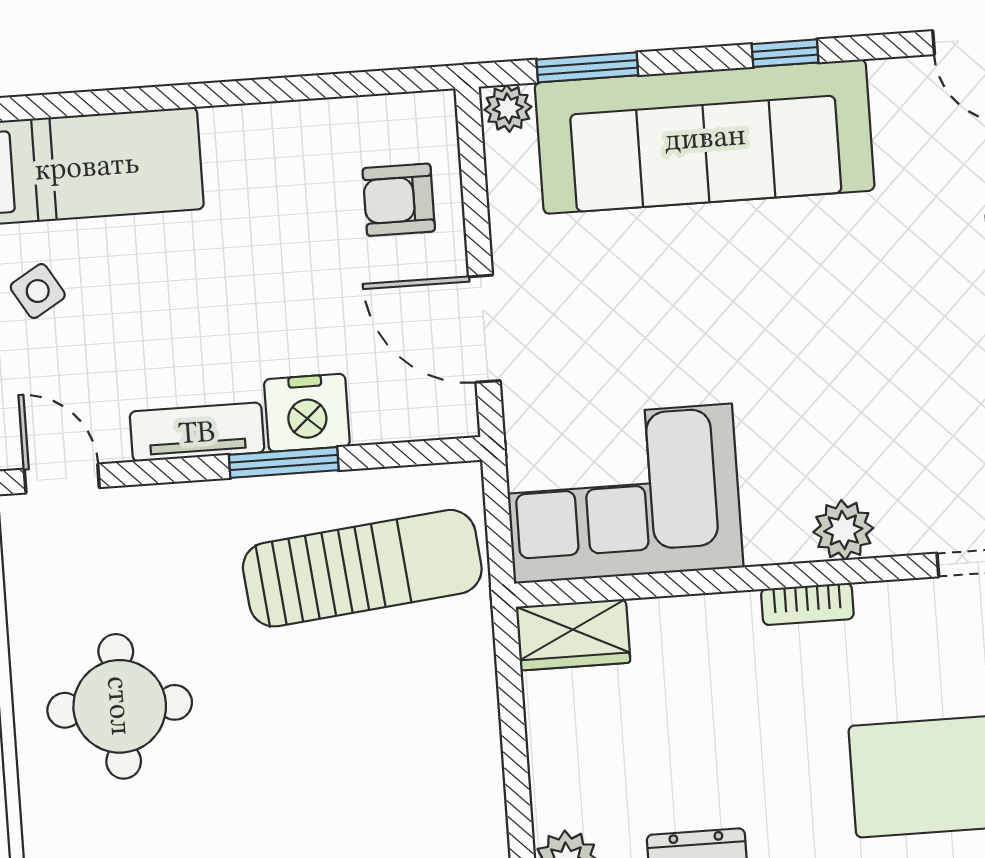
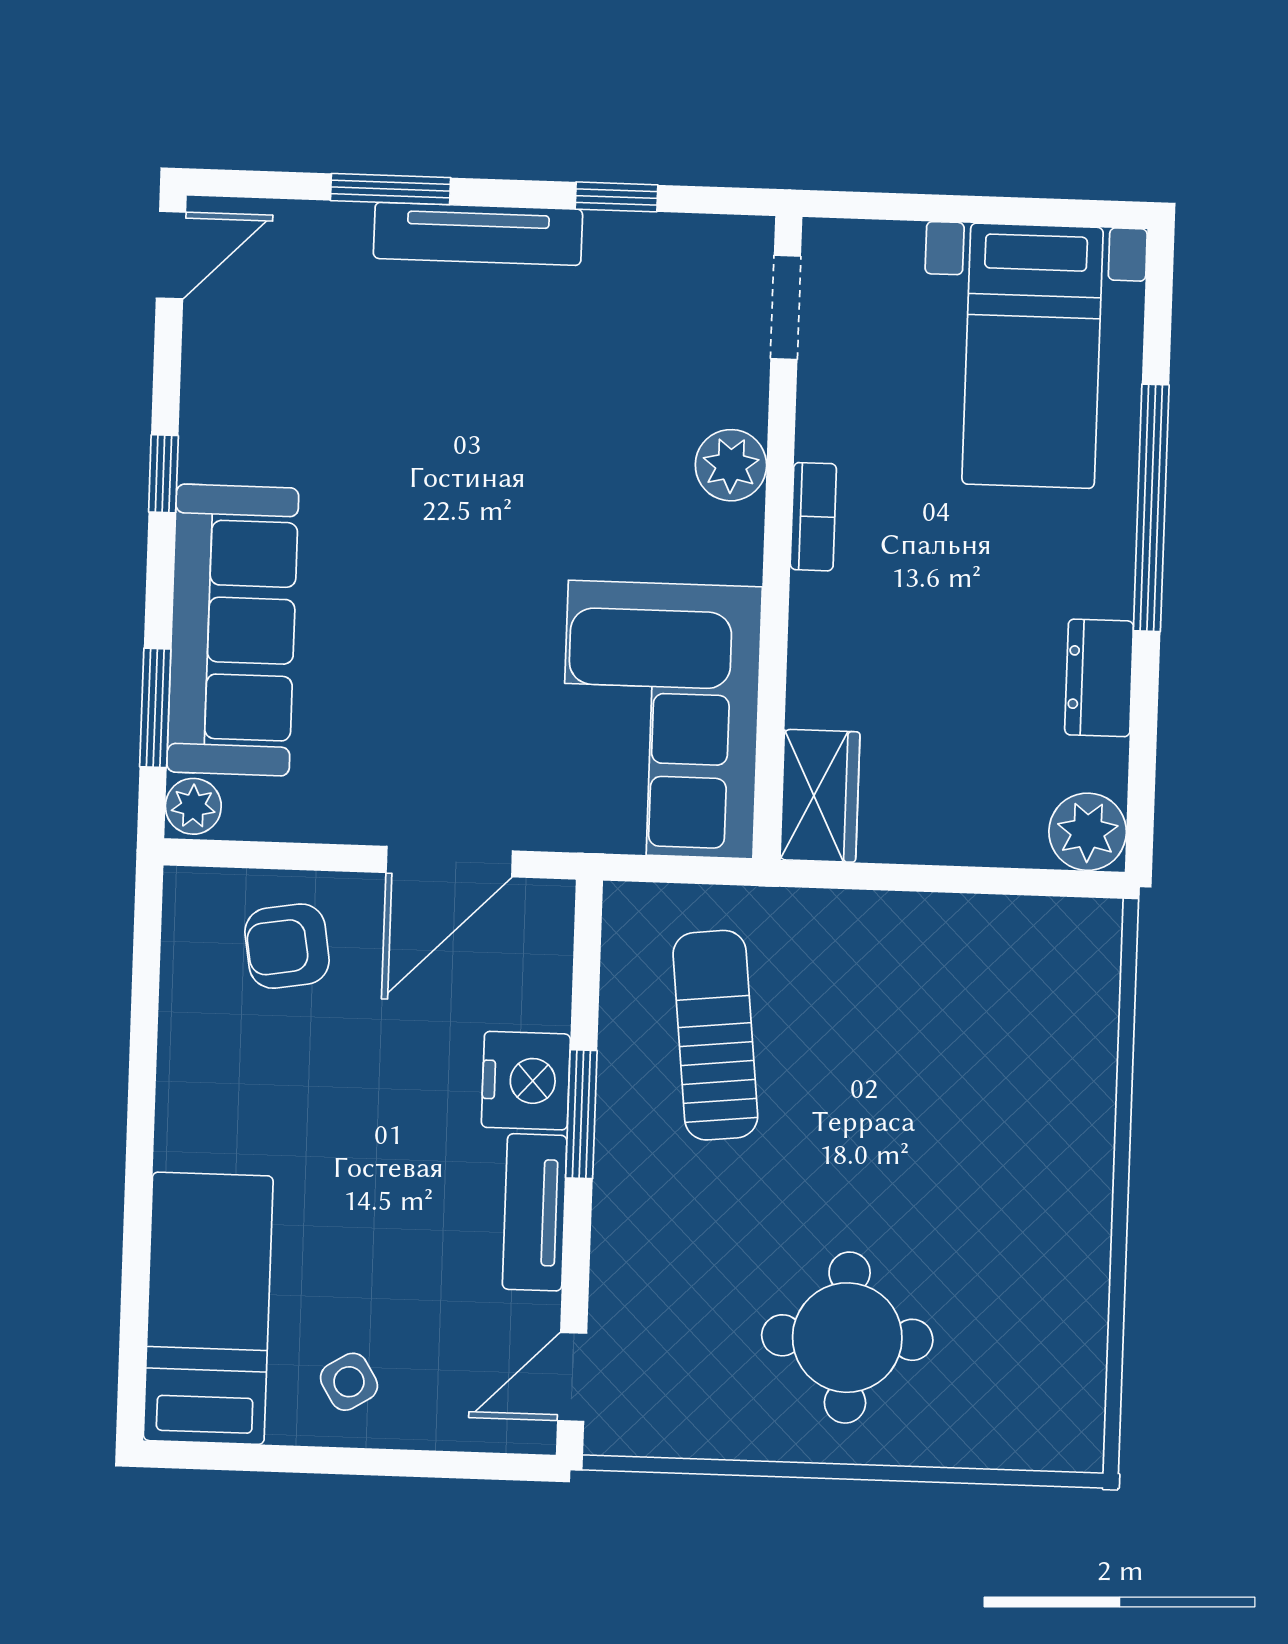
sofa: (705, 137) -> (233, 630), width x0.74, depth x0.79
armchair: (399, 200) -> (287, 946), turned 81
sun lounger: (362, 568) -> (715, 1035), width x0.73, depth x0.75

